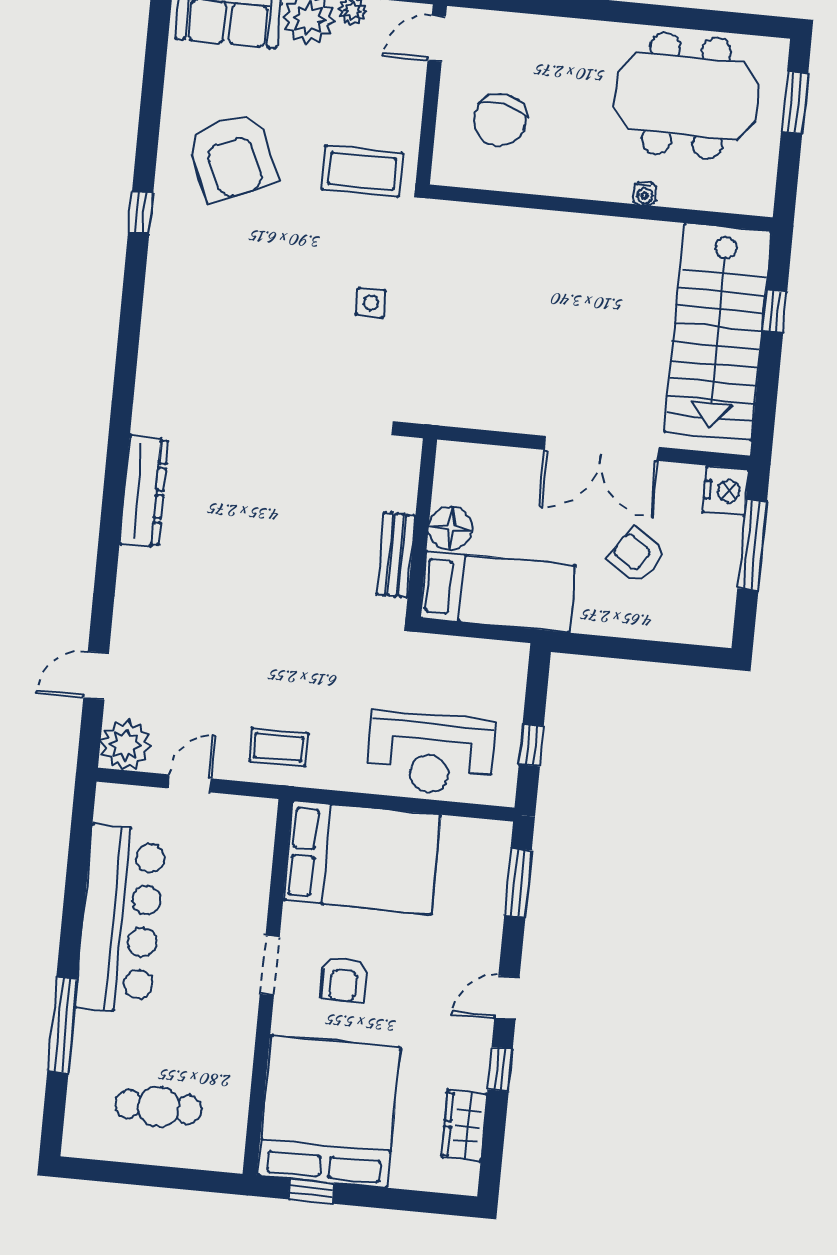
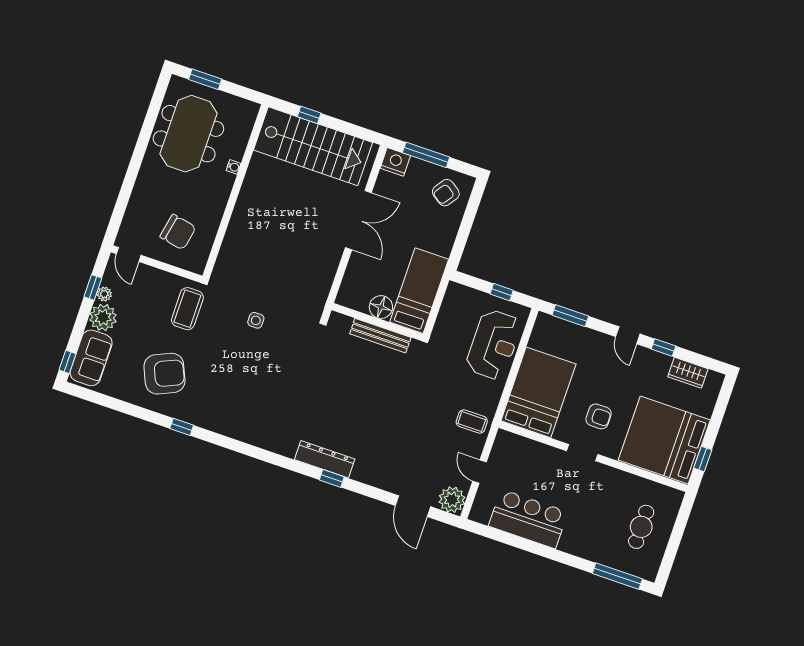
window: (112, 513) -> (332, 478), added
bench: (396, 555) -> (380, 336), width x1.36
armchair: (637, 556) -> (446, 193), moved
door: (96, 675) -> (413, 506), width x1.38
coffee table: (279, 747) -> (472, 422), turned 90
bar counter: (121, 919) -> (528, 519), width x0.73
window: (62, 1025) -> (617, 576), moved

